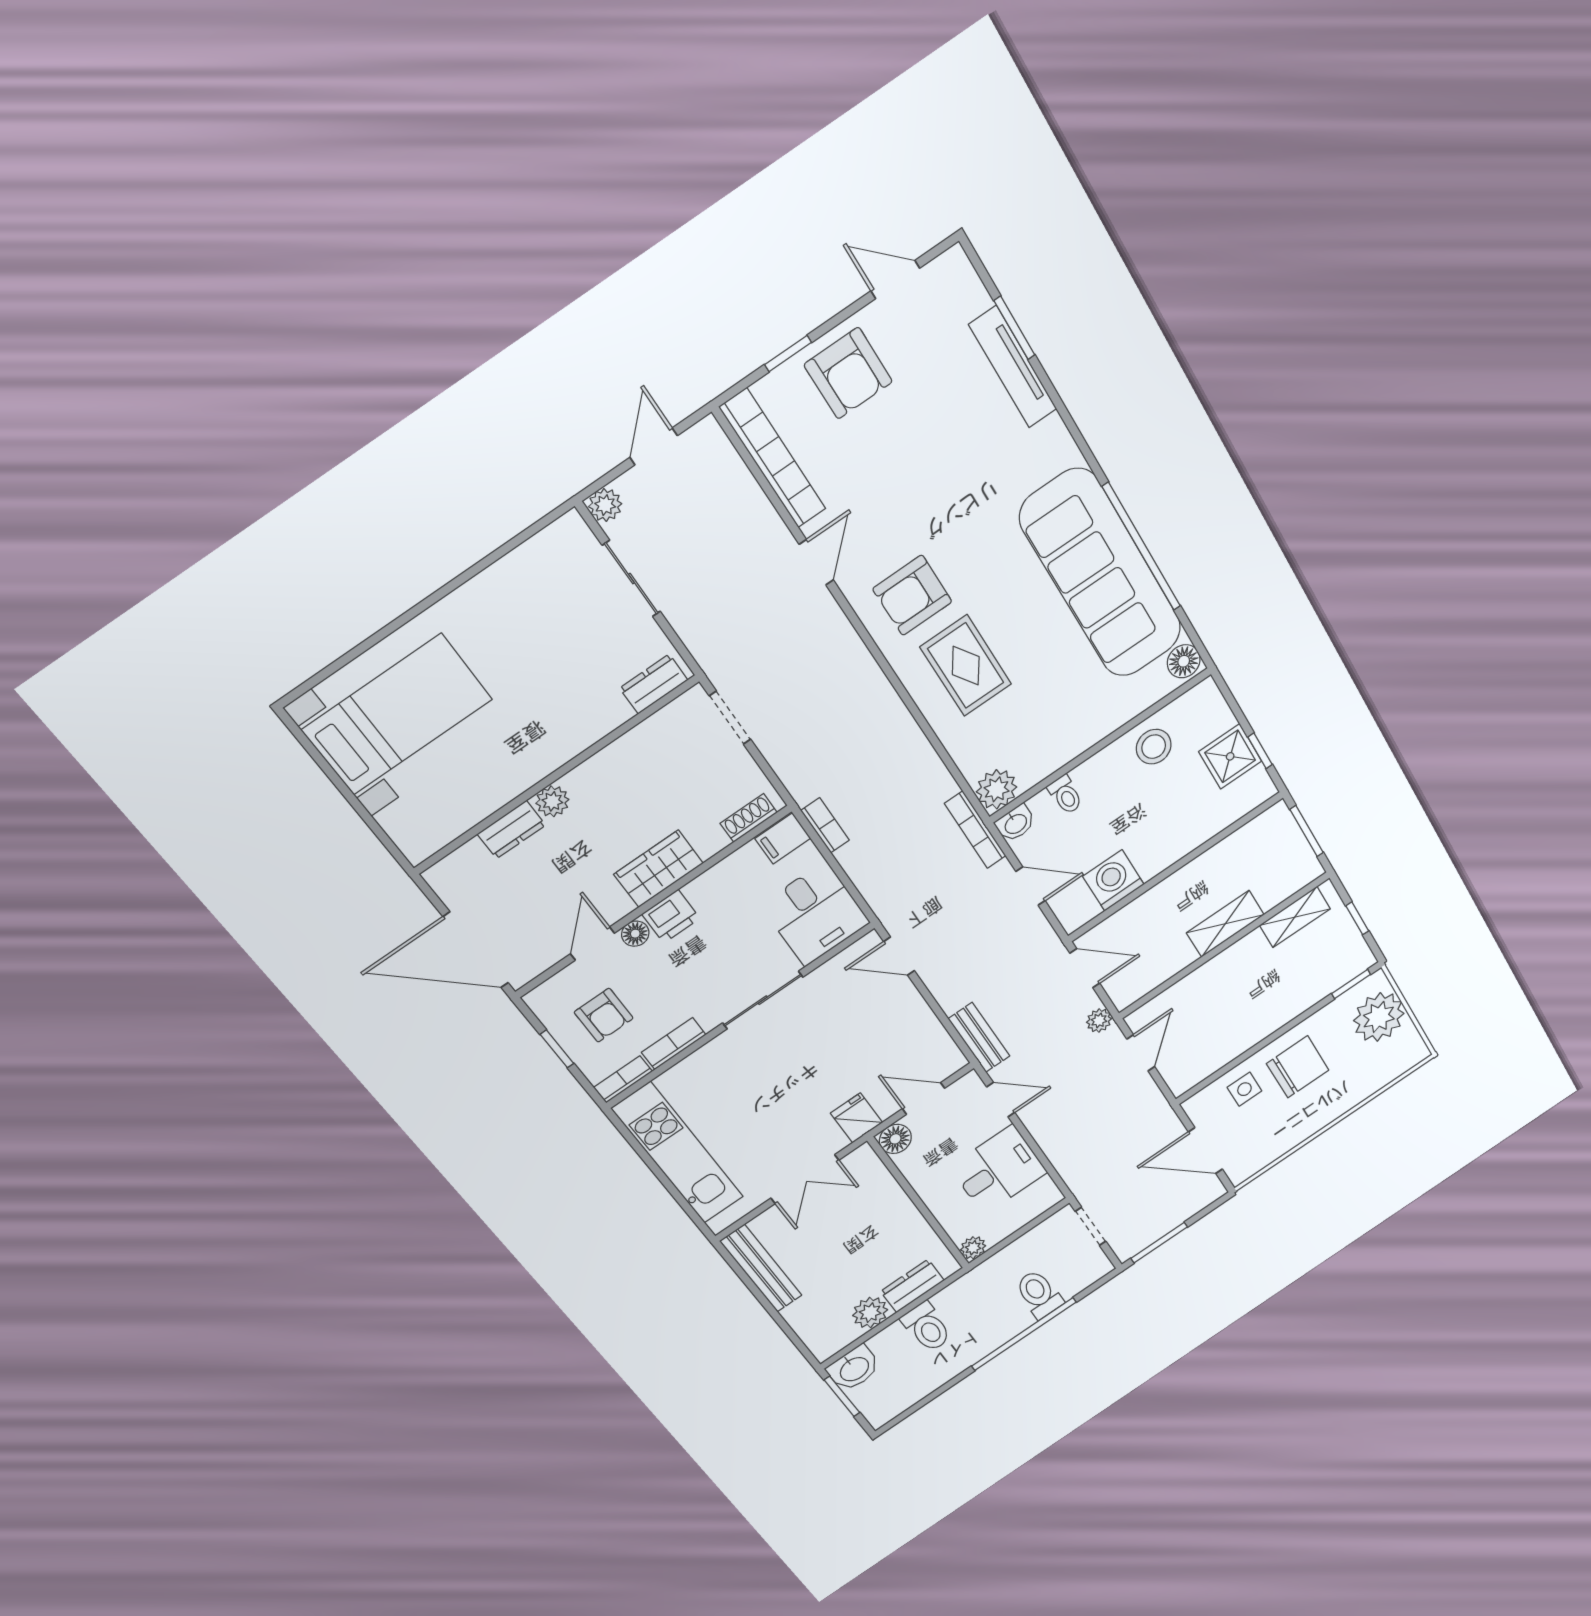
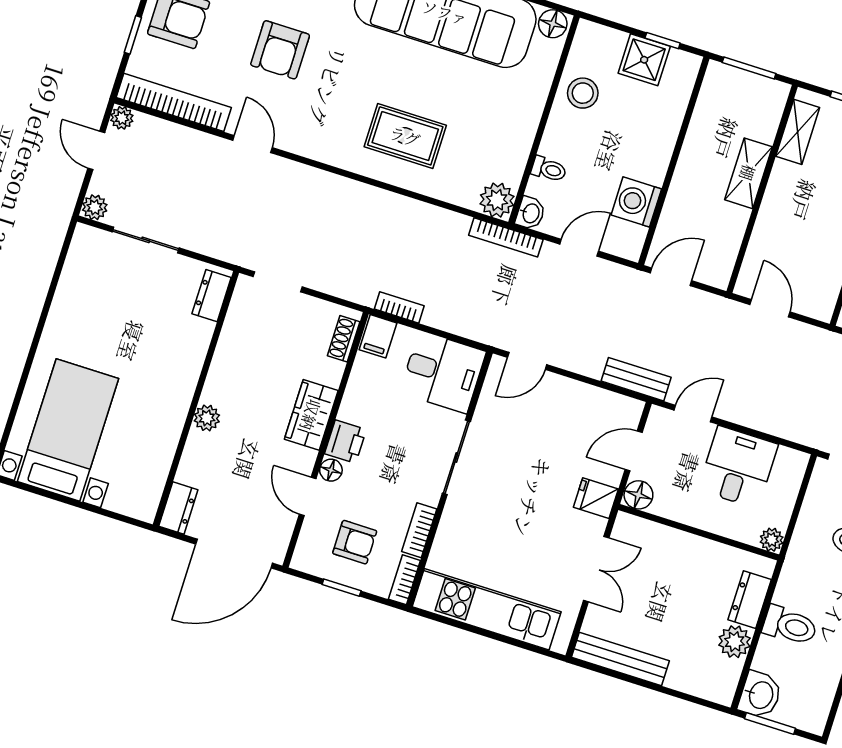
armchair: (912, 595) -> (280, 50), moved
dresser: (511, 830) -> (178, 508), moved
plant: (1099, 1020) -> (122, 118), moved

